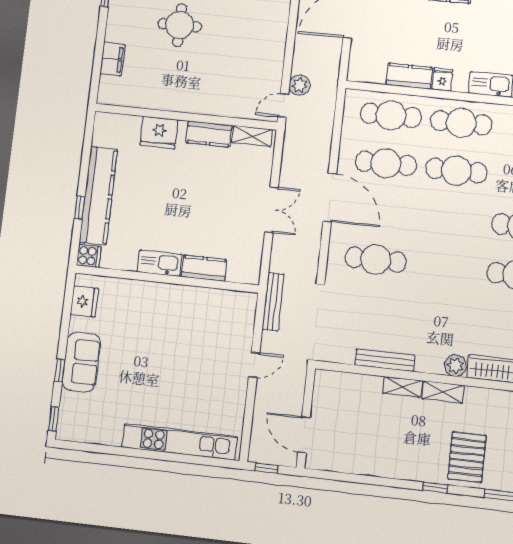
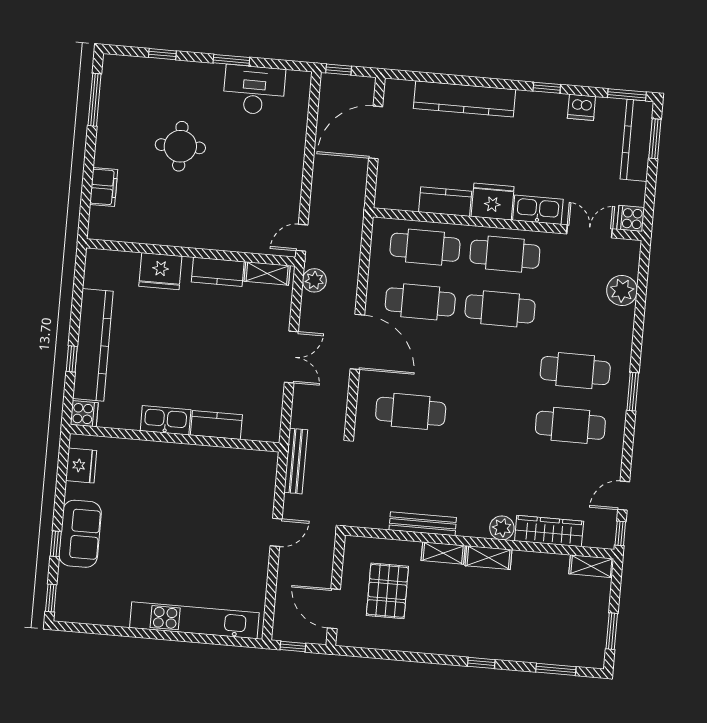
fridge: (442, 79) -> (493, 201), width x1.88, depth x1.34
plant: (300, 85) -> (314, 280), moved
pallet: (467, 457) -> (387, 591), moved

